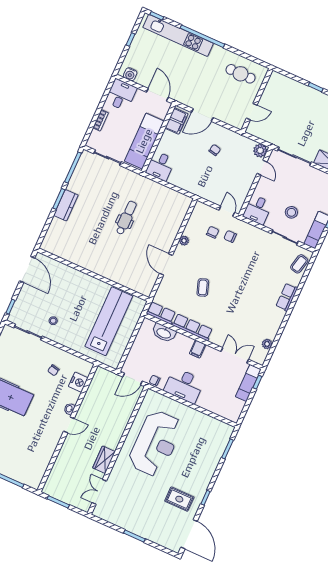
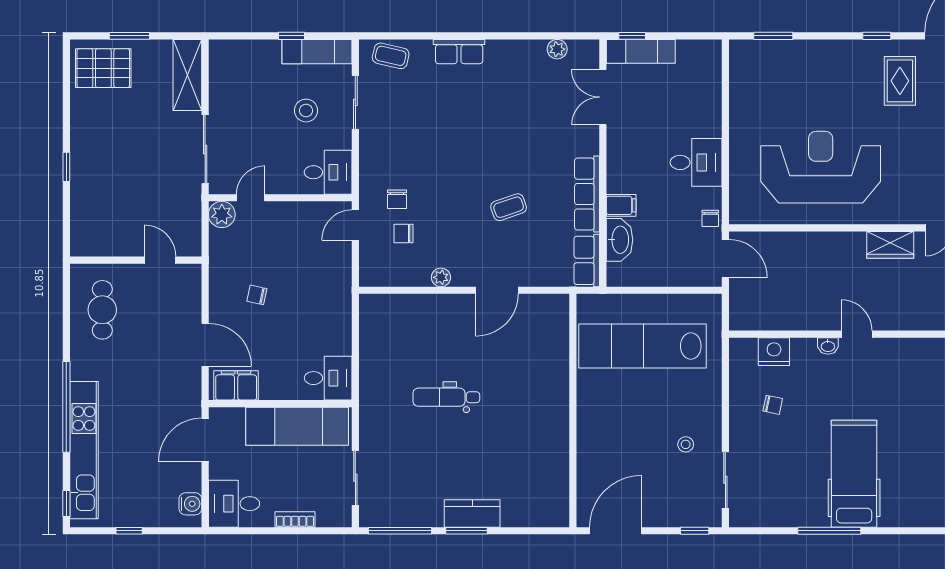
filing cabinet: (198, 349) -> (621, 205), moved
desk: (184, 386) -> (696, 162), width x0.73

